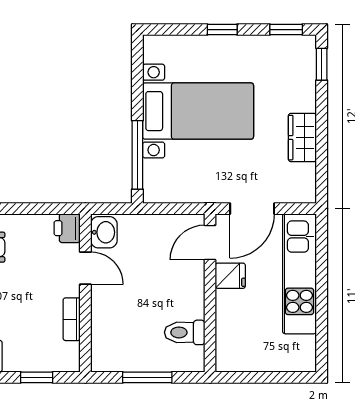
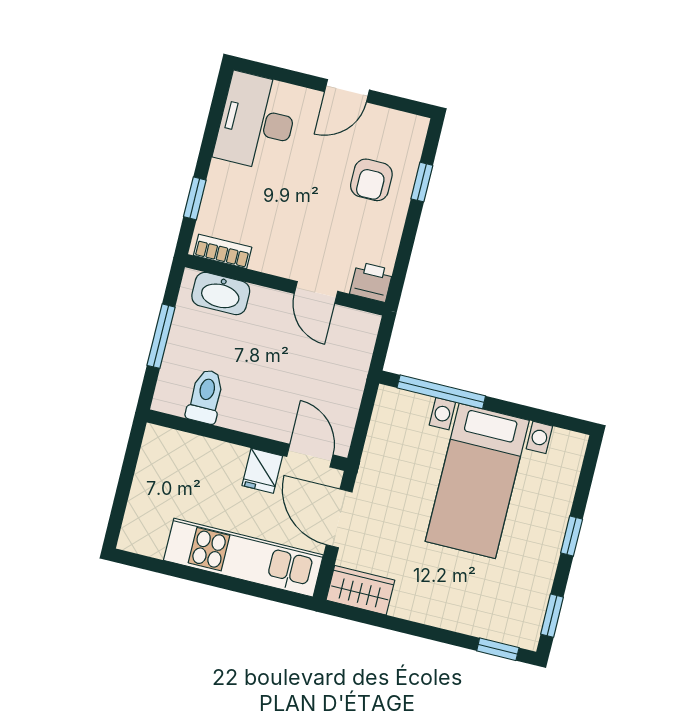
wardrobe: (302, 138) -> (360, 590), moved
washbasin: (104, 232) -> (221, 293), moved, width x1.38
door: (85, 268) -> (316, 292), hinge flipped
bookcase: (72, 319) -> (223, 251), moved

